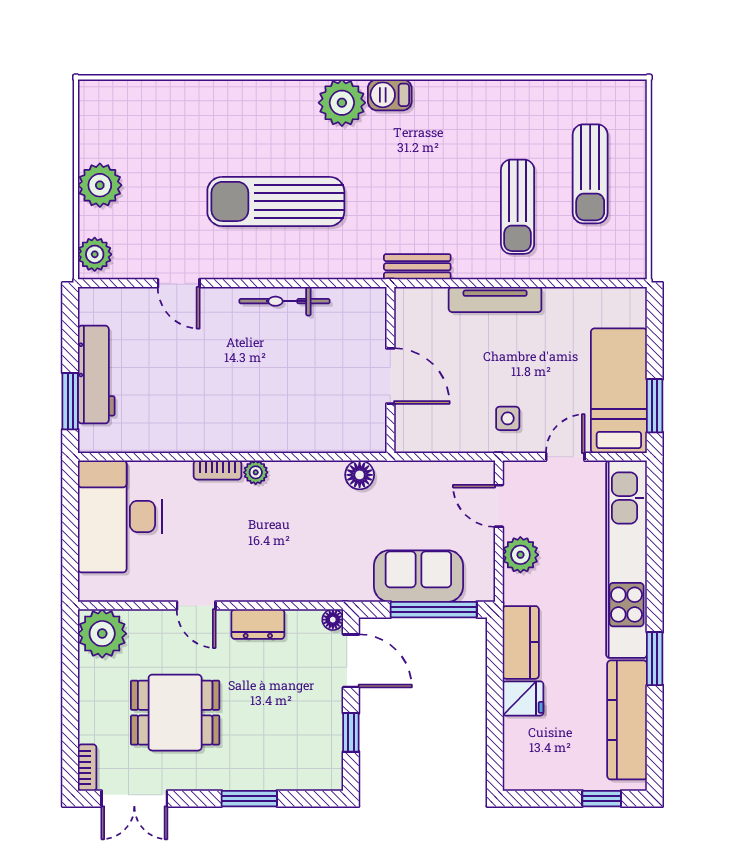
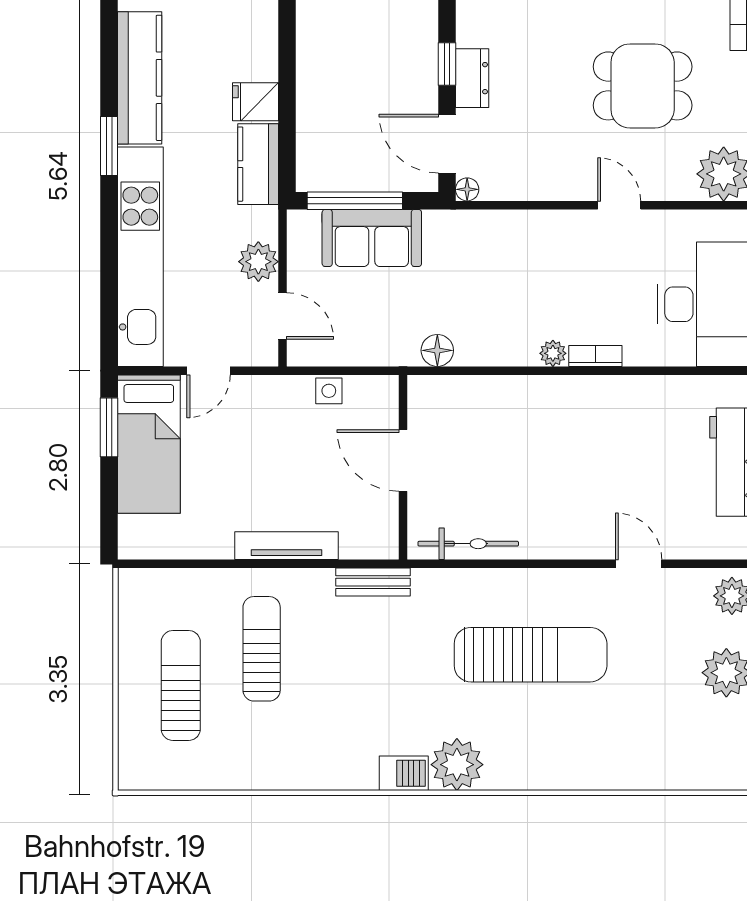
bicycle: (284, 301) -> (468, 544), moved
side table: (508, 418) -> (329, 391), moved
dresser: (258, 624) -> (472, 78), moved, turned 90

